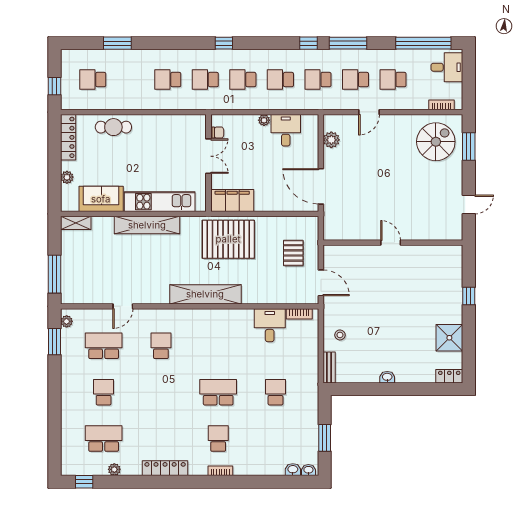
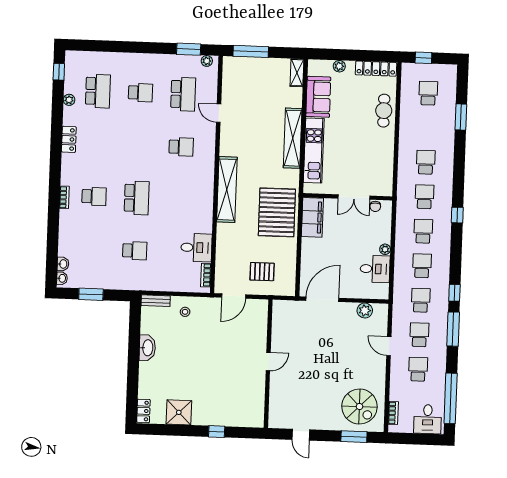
washbasin: (387, 377) -> (147, 348), width x1.91, depth x1.45
locker: (165, 468) -> (69, 139), width x0.66

